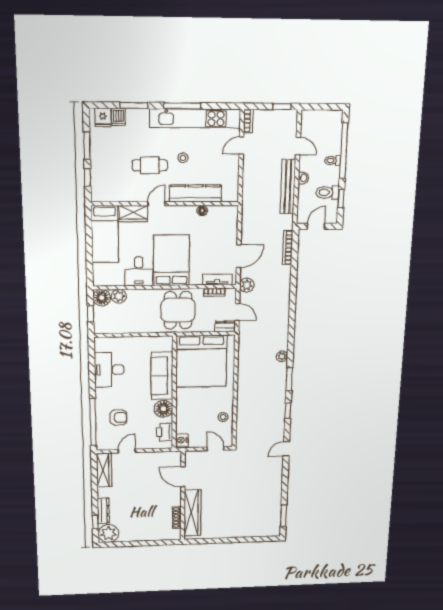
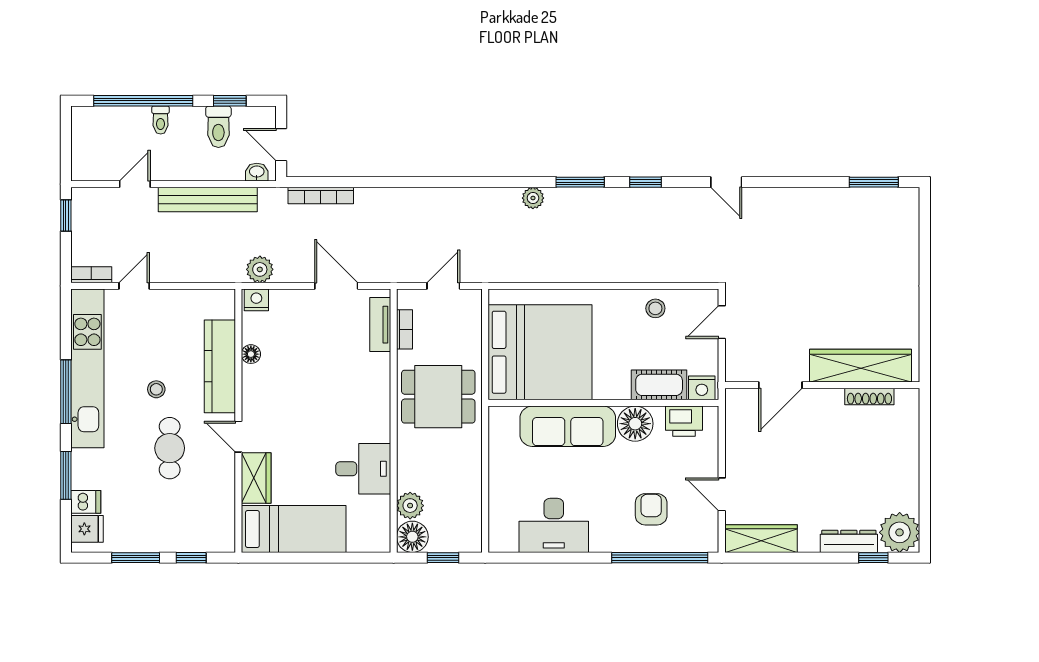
door: (241, 145) -> (134, 286), swing flipped
washbasin: (303, 178) -> (257, 172), moved
nightstand: (232, 213) -> (256, 300), added
bed: (171, 260) -> (343, 409), removed
plant: (247, 285) -> (260, 269), moved
dresser: (225, 326) -> (471, 308), removed
cot: (184, 420) -> (659, 385), added

